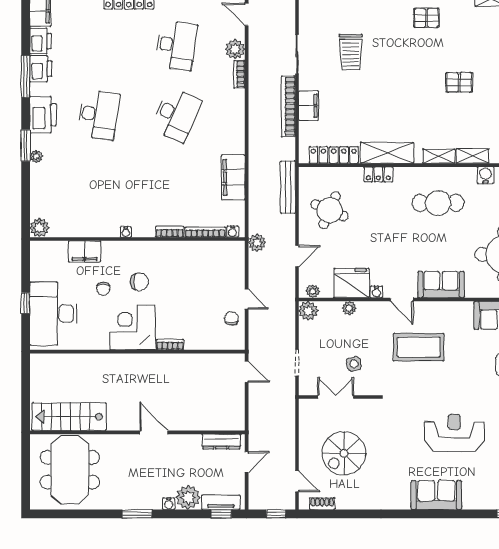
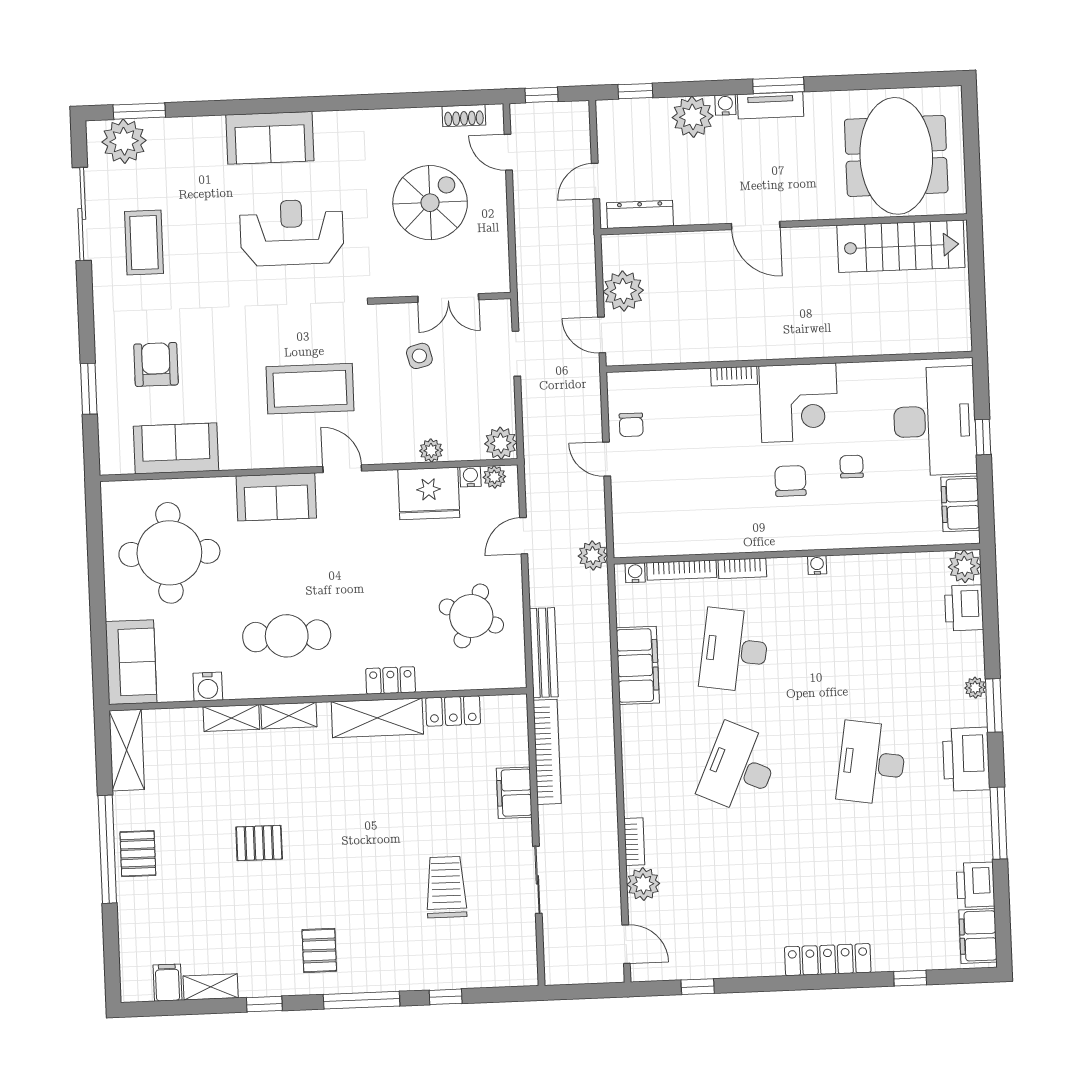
pallet: (426, 18) -> (319, 950), turned 90
desk: (176, 45) -> (734, 650), moved
printer: (41, 69) -> (964, 608), moved
bookcase: (288, 106) -> (547, 752), moved
locker: (334, 155) -> (453, 711), width x0.66
filing cabinet: (85, 251) -> (960, 504), moved, turned -90
chair: (139, 282) -> (790, 481), turned 90
water cooler: (376, 292) -> (470, 477), moved
plant: (233, 397) -> (623, 291), added
reception desk: (454, 433) -> (292, 232), moved, turned 180
tv unit: (221, 502) -> (771, 105), moved

